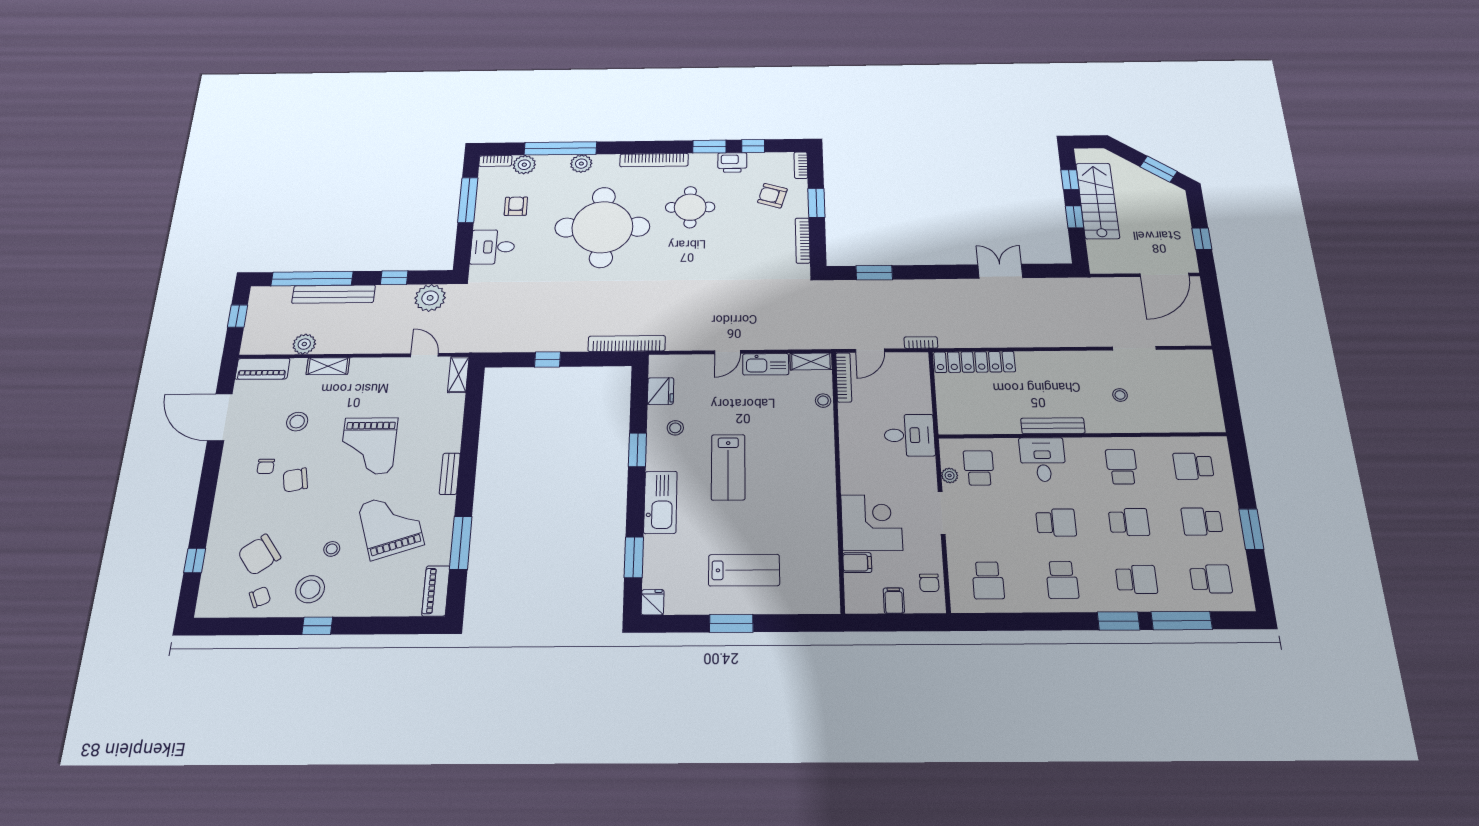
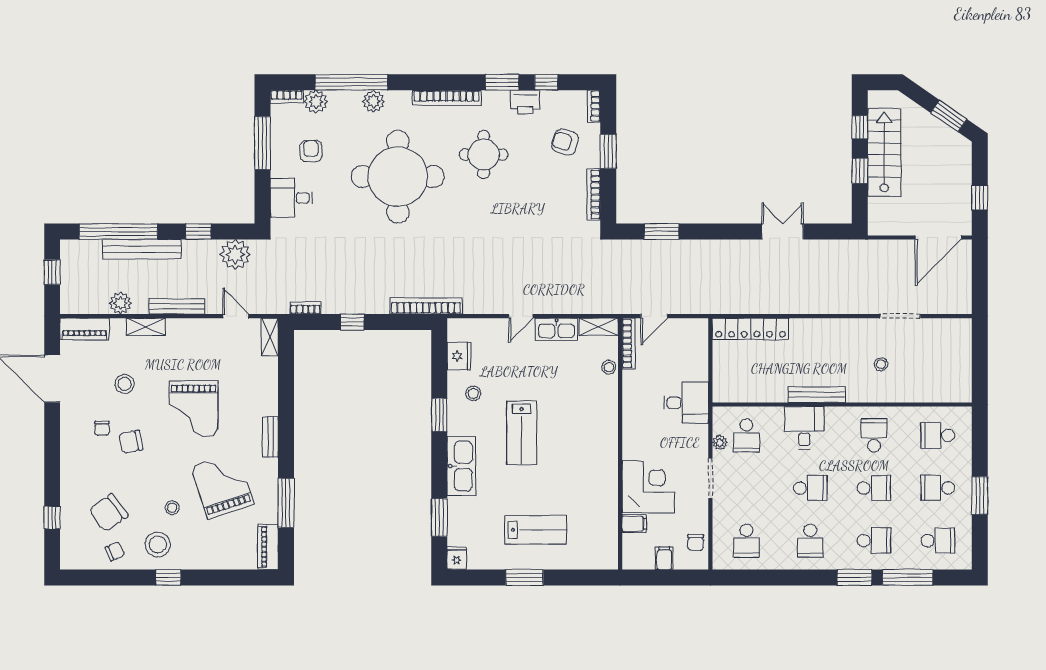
bookcase: (921, 343) -> (305, 308), moved
bench: (363, 346) -> (177, 306), added
school desk: (979, 468) -> (746, 435), turned 180

